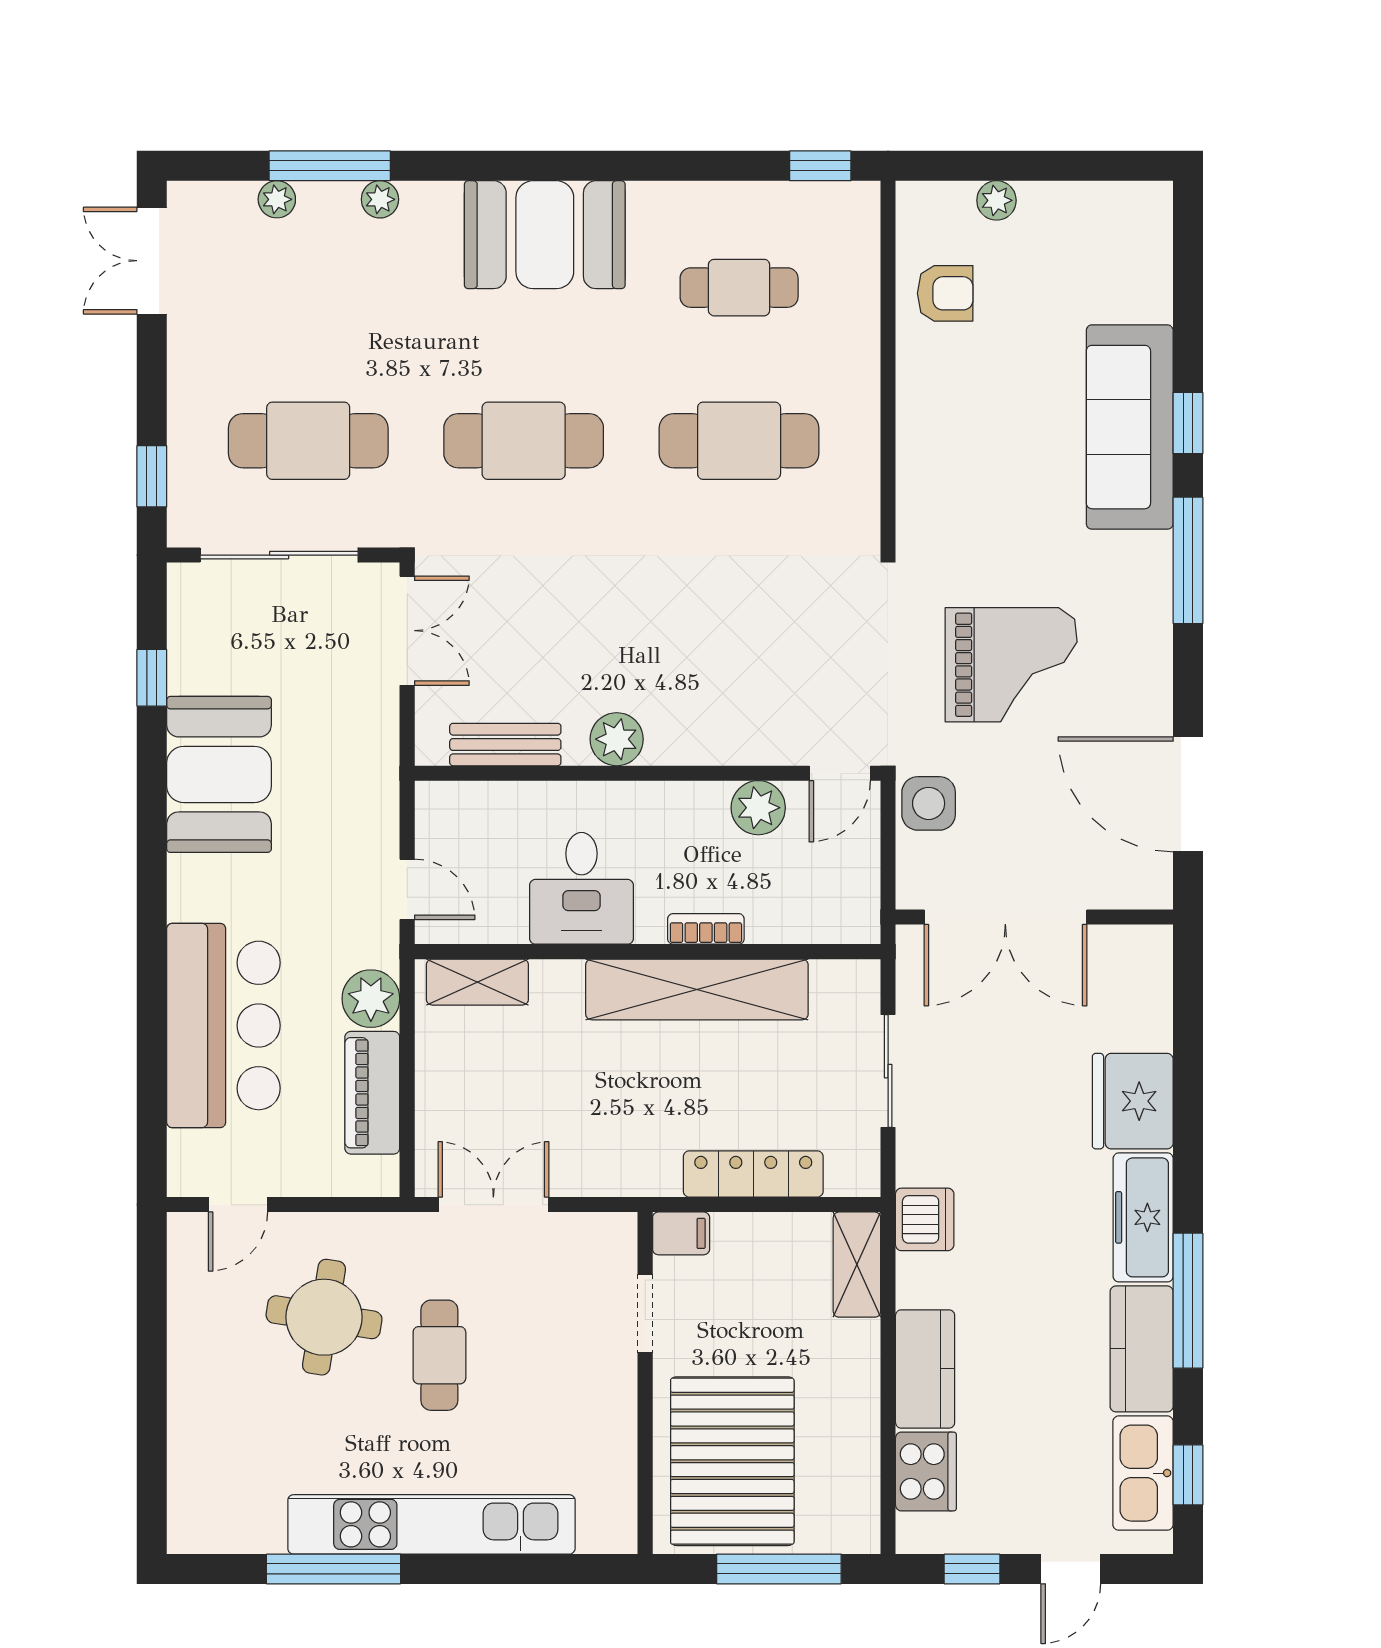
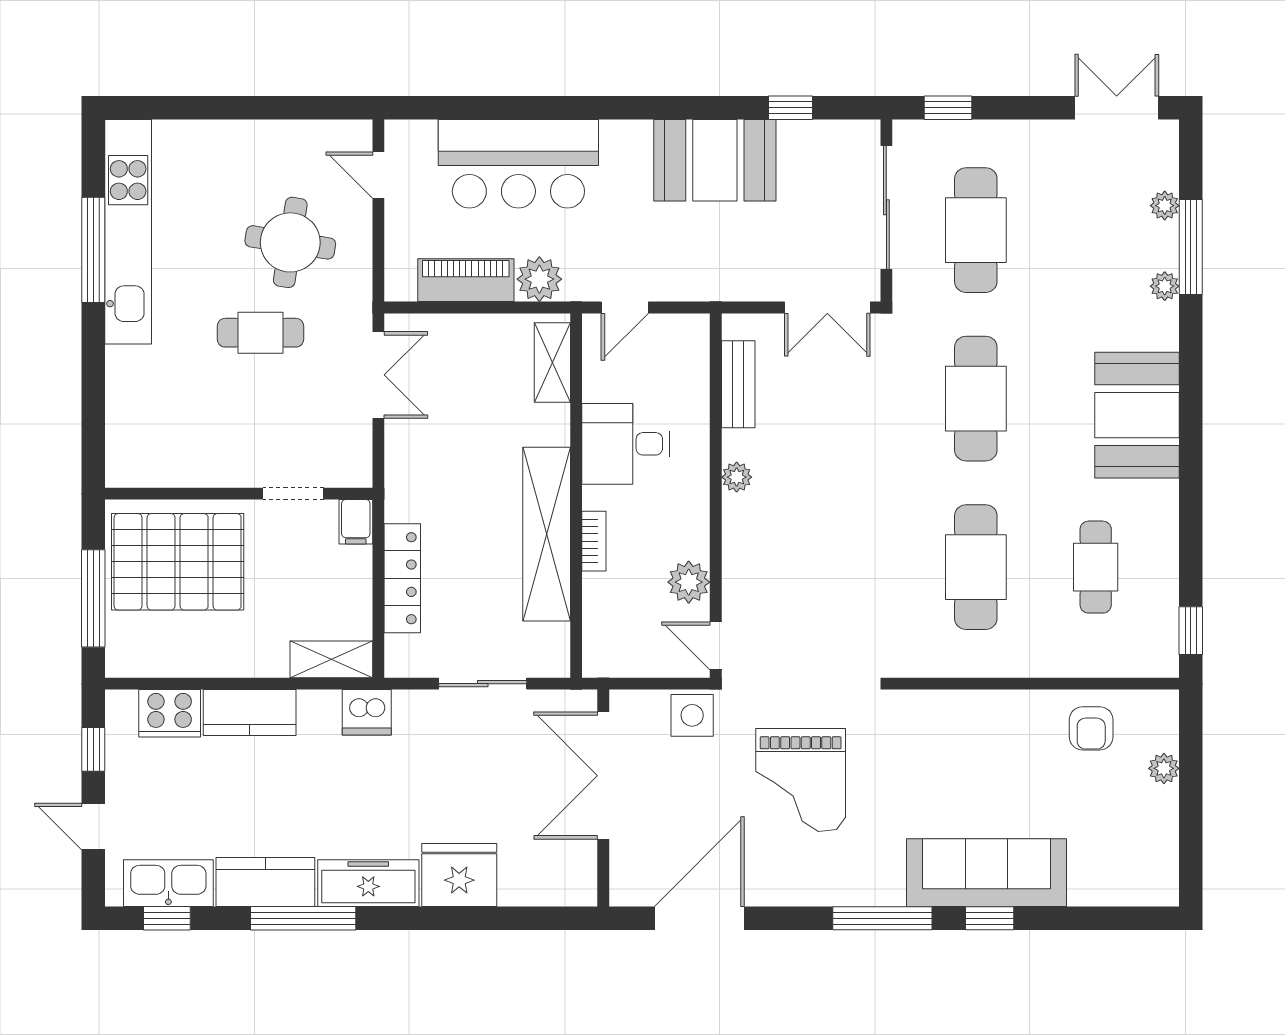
plant: (617, 739) -> (737, 477), width x0.73, depth x0.73
kitchen unit: (431, 1524) -> (128, 232), moved

